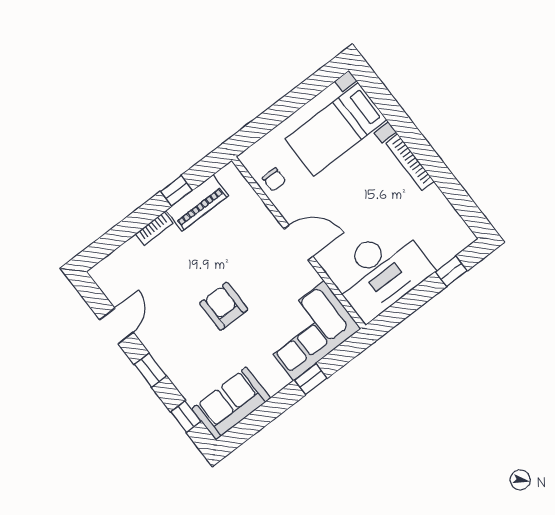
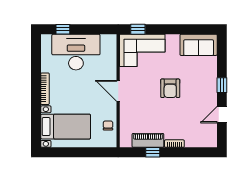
desk: (381, 271) -> (76, 52), moved
window: (311, 379) -> (138, 29), moved
window: (186, 417) -> (222, 54), removed

